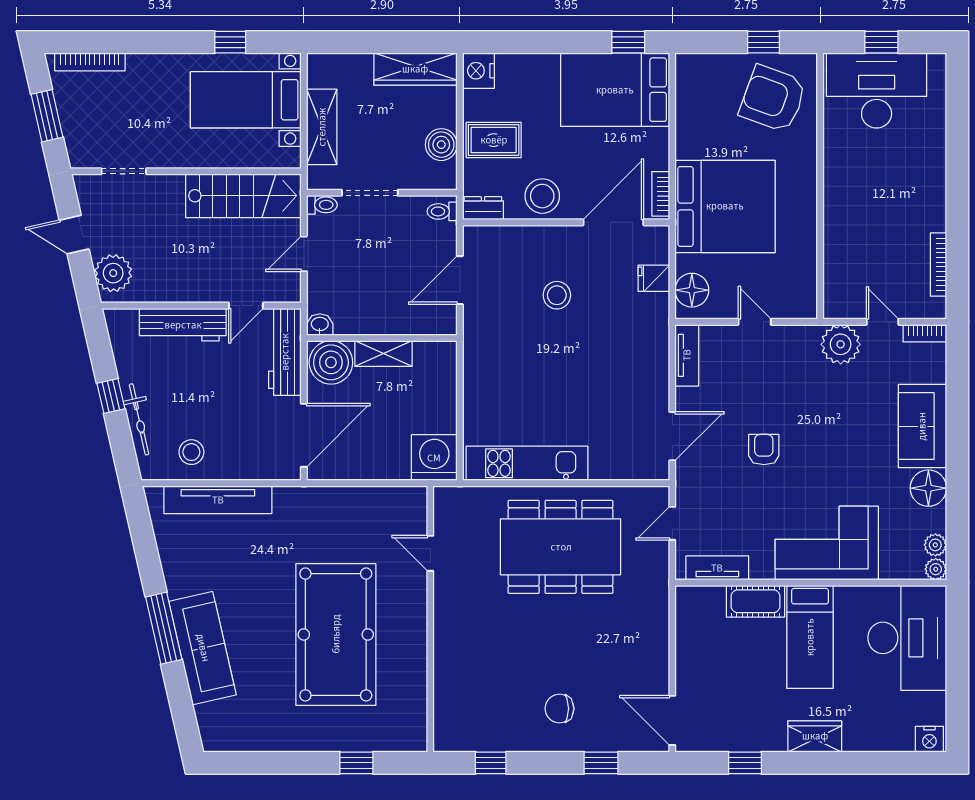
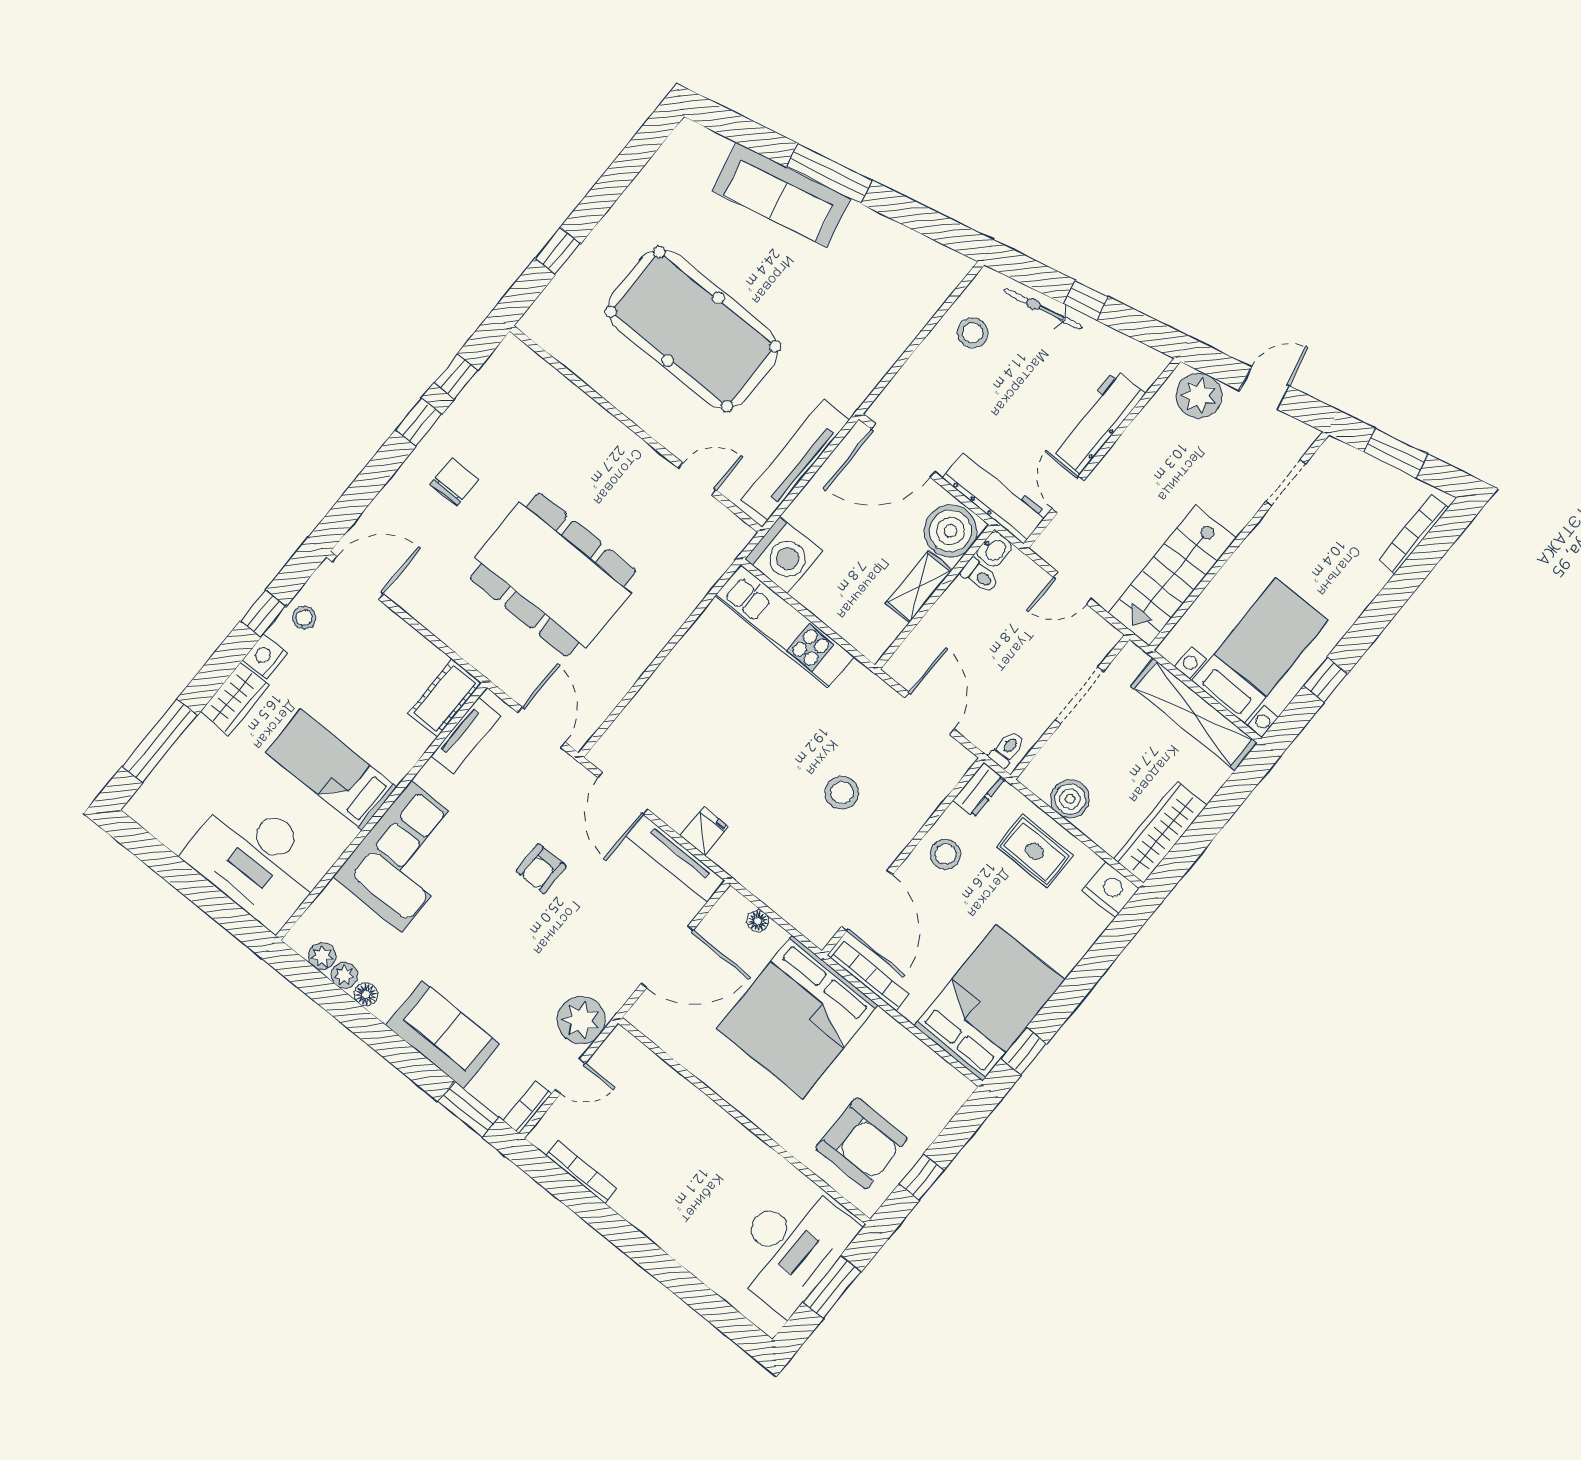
window: (881, 42) -> (832, 1287), width x1.50
armchair: (773, 99) -> (862, 1143), turned 70
shelving: (322, 127) -> (1194, 714), width x1.47
rug: (494, 140) -> (1035, 851), turned 90
bookcase: (661, 194) -> (869, 976), width x1.56
stool: (542, 196) -> (946, 854), width x0.73, depth x0.73
toilet: (322, 205) -> (980, 576), moved, turned -90
door: (304, 254) -> (1072, 588), swing flipped
fridge: (654, 278) -> (704, 831), moved
floor lamp: (692, 290) -> (758, 921), width x0.53, depth x0.53
door: (755, 322) -> (667, 957), width x1.88
tv unit: (687, 355) -> (676, 859), width x1.41
window: (957, 370) -> (468, 1109), added
door: (304, 435) -> (903, 450), hinge flipped
armchair: (764, 450) -> (541, 869), turned 90
kitchen unit: (527, 463) -> (784, 626), moved, turned 90
floor lamp: (928, 488) -> (366, 994), width x0.53, depth x0.53
tv unit: (218, 500) -> (796, 460), moved
door: (672, 523) -> (542, 727), width x1.38
dining table: (561, 547) -> (553, 575), moved, turned 90
plant: (936, 569) -> (344, 975), moved
cot: (756, 601) -> (445, 698), moved
stool: (726, 734) -> (304, 618), added
nightstand: (929, 739) -> (265, 657), moved
window: (601, 763) -> (419, 422), moved
window: (881, 763) -> (160, 741), added

